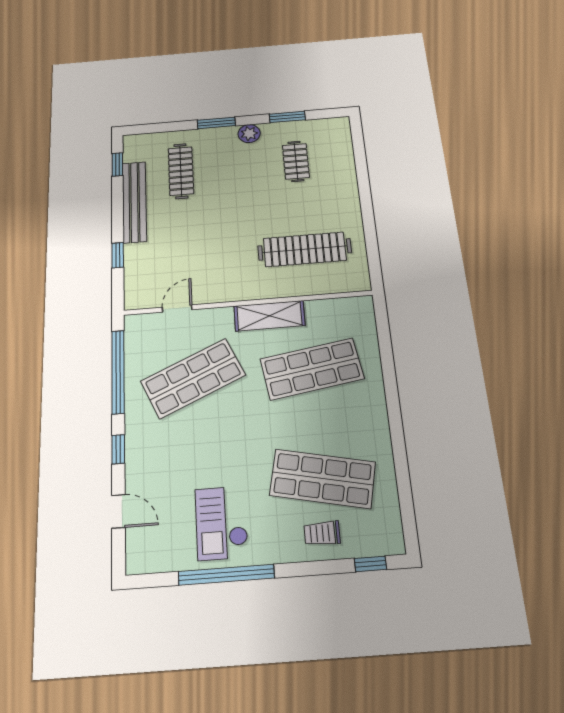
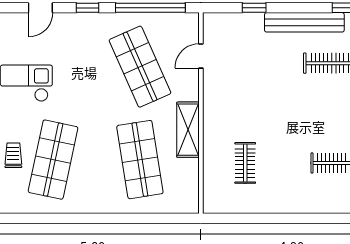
clothes rail: (305, 249) -> (245, 163), width x0.54, depth x0.76
door: (177, 308) -> (201, 56), swing flipped

